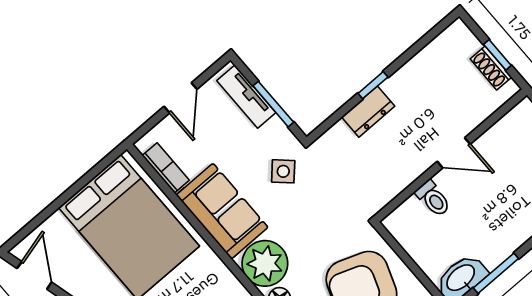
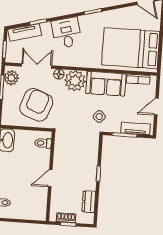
door: (180, 98) -> (156, 107), hinge flipped
dresser: (368, 112) -> (89, 202), moved
toilet: (433, 198) -> (43, 143), moved

